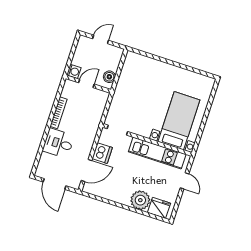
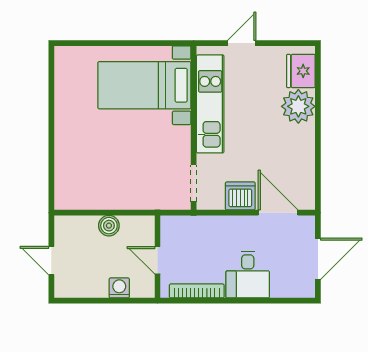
door: (86, 83) -> (158, 260), moved
wall: (88, 84) -> (158, 257), moved

